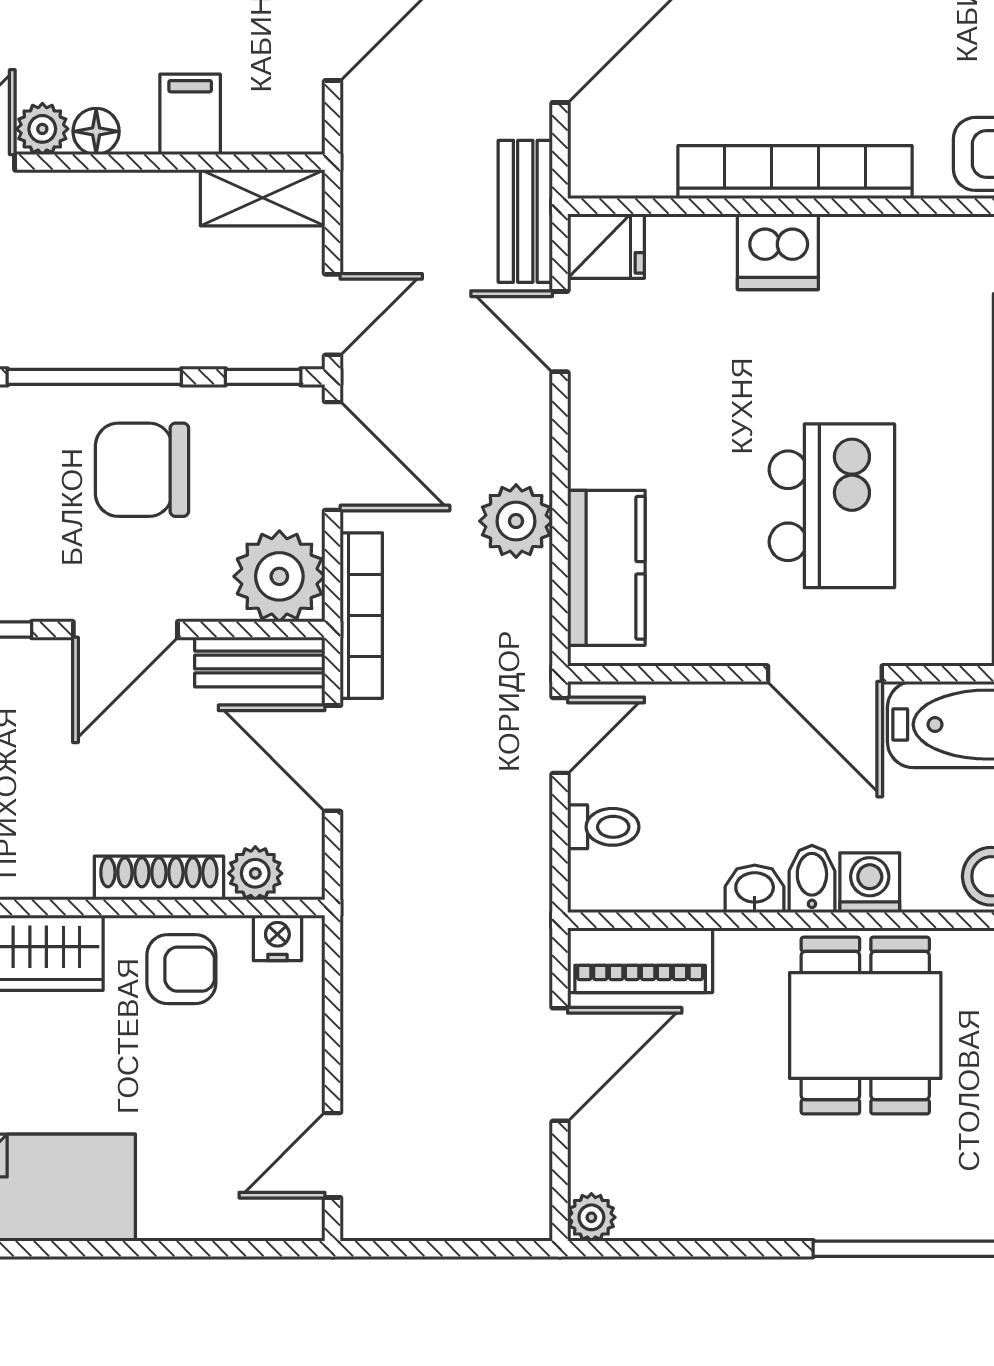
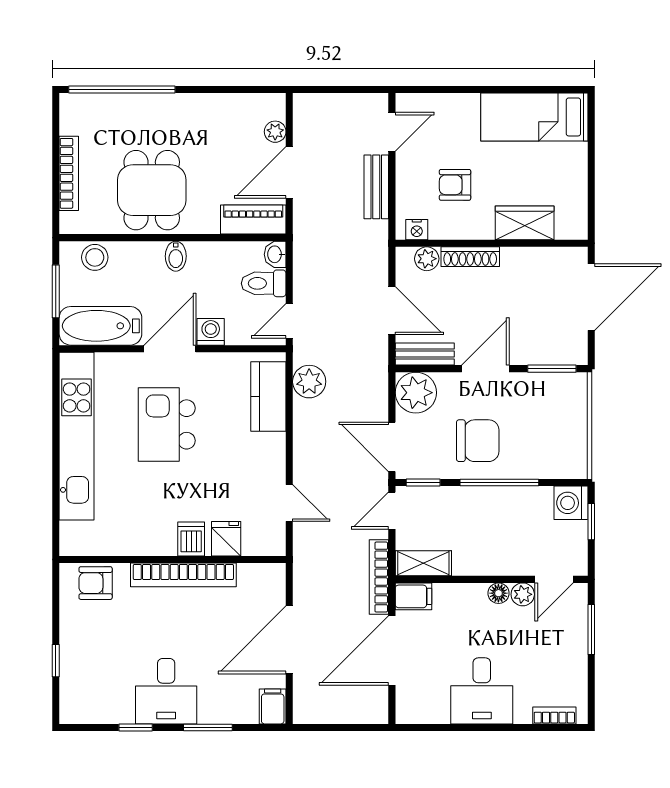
filing cabinet: (190, 114) -> (413, 596), moved, turned -90
bench: (525, 211) -> (376, 187), moved
fridge: (606, 246) -> (226, 539), moved, turned 90
dishwasher: (778, 252) -> (191, 539), width x0.73
plant: (516, 521) -> (309, 382), moved
bookcase: (361, 616) -> (379, 577), moved
door: (825, 674) -> (170, 349), hinge flipped
toilet: (603, 827) -> (264, 283), width x1.37, depth x1.39
washing machine: (870, 883) -> (211, 332), moved, turned 180
washbasin: (755, 889) -> (275, 254), moved, turned 90
armchair: (181, 969) -> (455, 185), moved
plant: (591, 1217) -> (275, 132), moved

